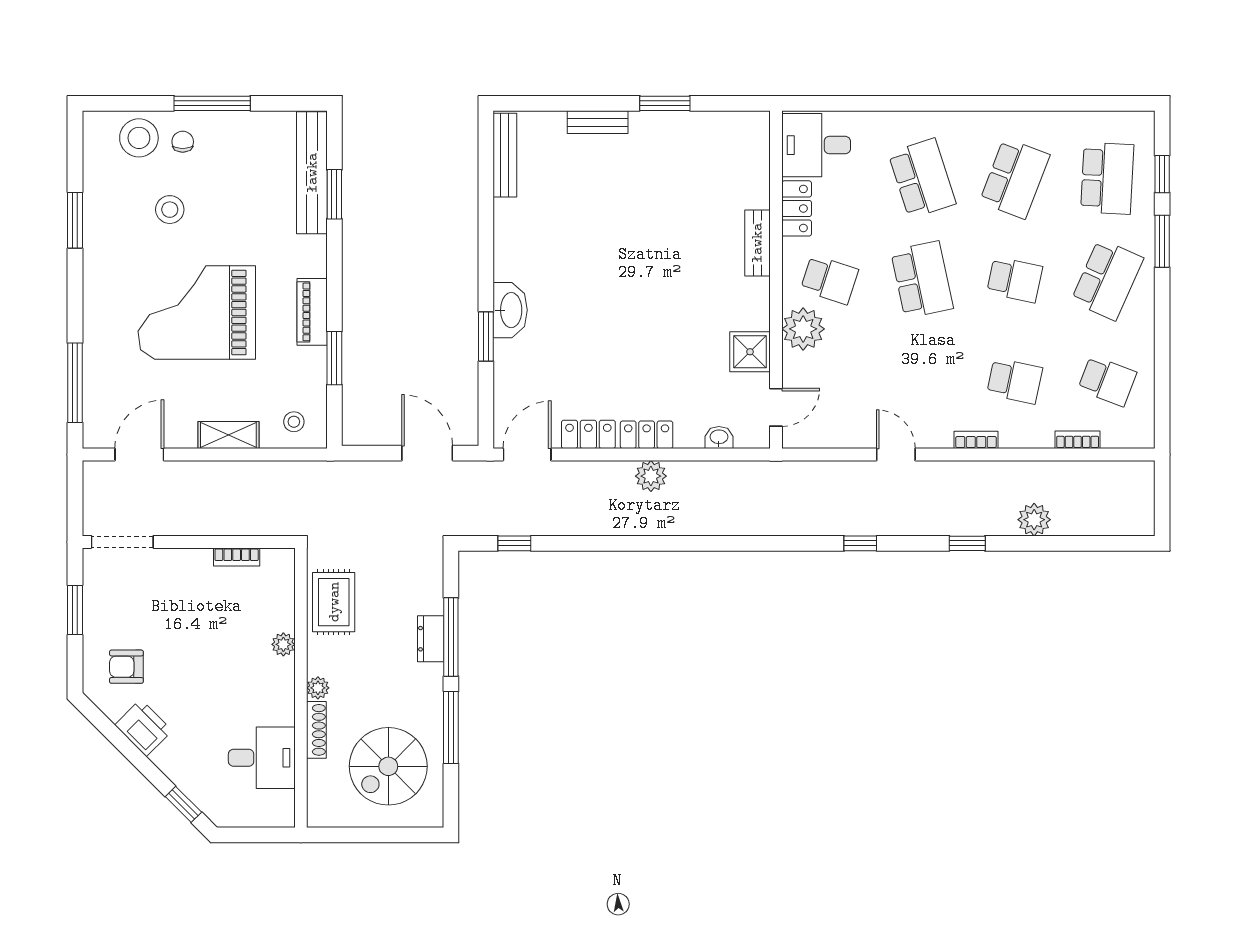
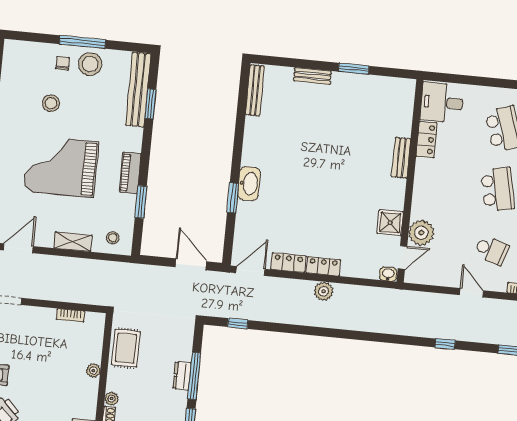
stool: (139, 138) -> (90, 64), moved
school desk: (829, 280) -> (492, 250), moved
plant: (803, 329) -> (421, 233), moved
washbasin: (719, 438) -> (388, 274), moved

